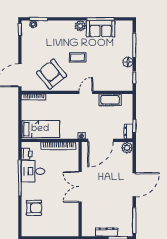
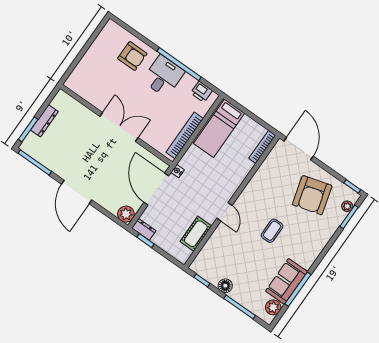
plant: (80, 26) -> (273, 307), moved
armchair: (52, 74) -> (312, 195), moved, turned 113
desk: (33, 171) -> (163, 76), moved
armchair: (34, 208) -> (132, 56), turned -90

